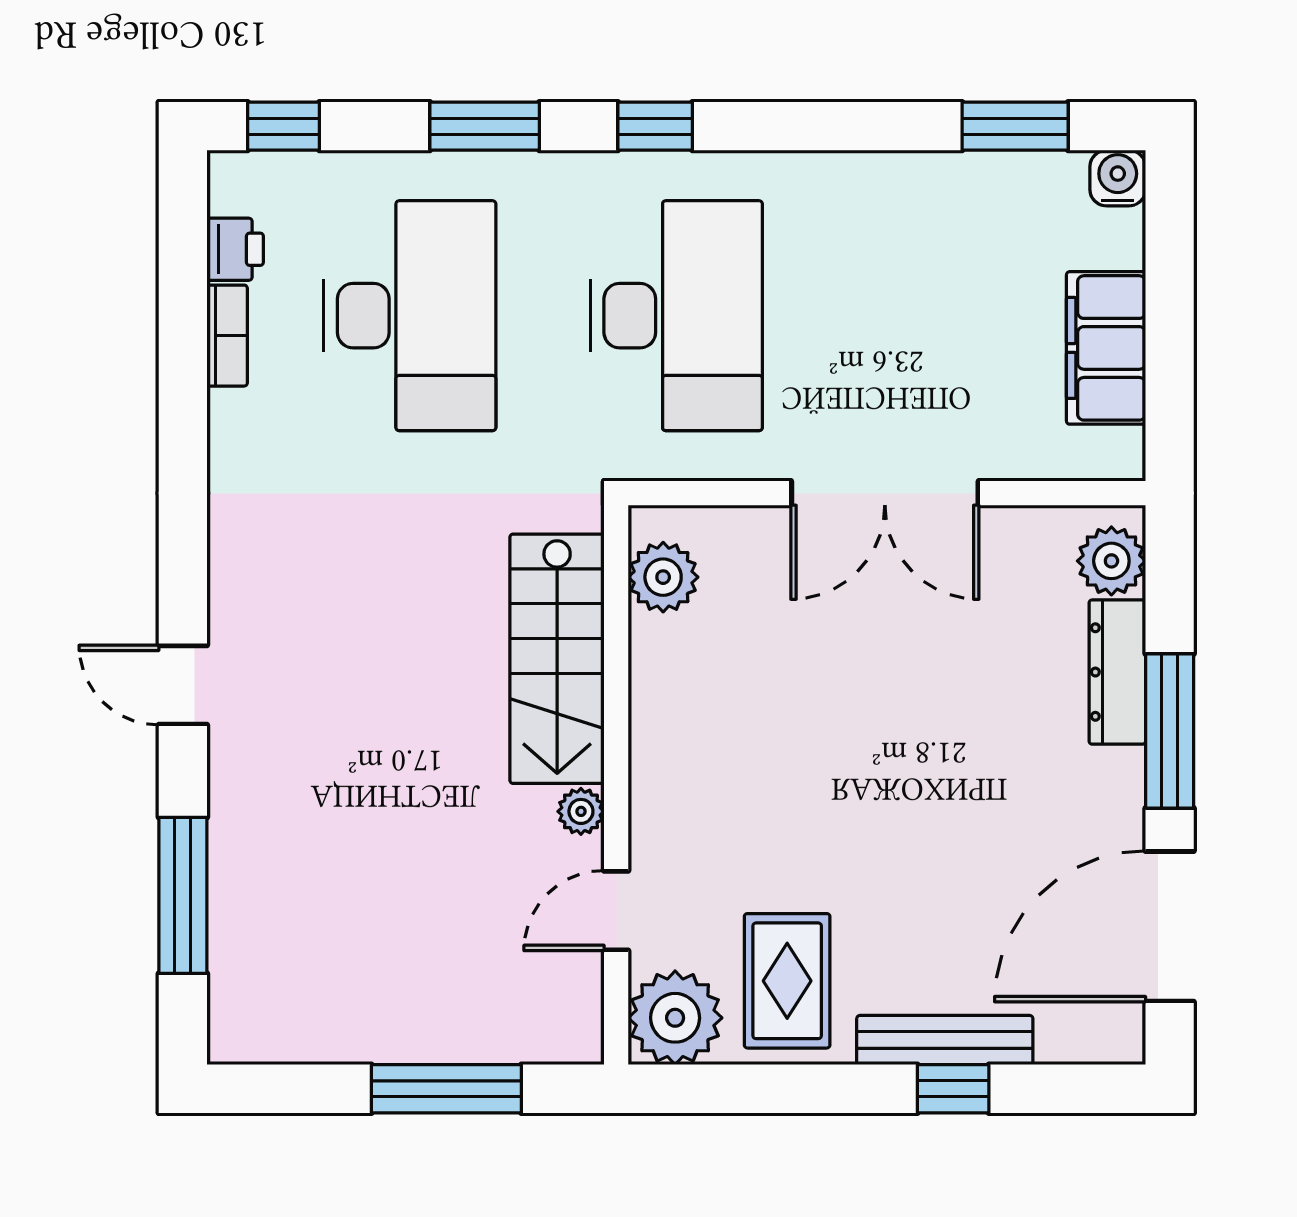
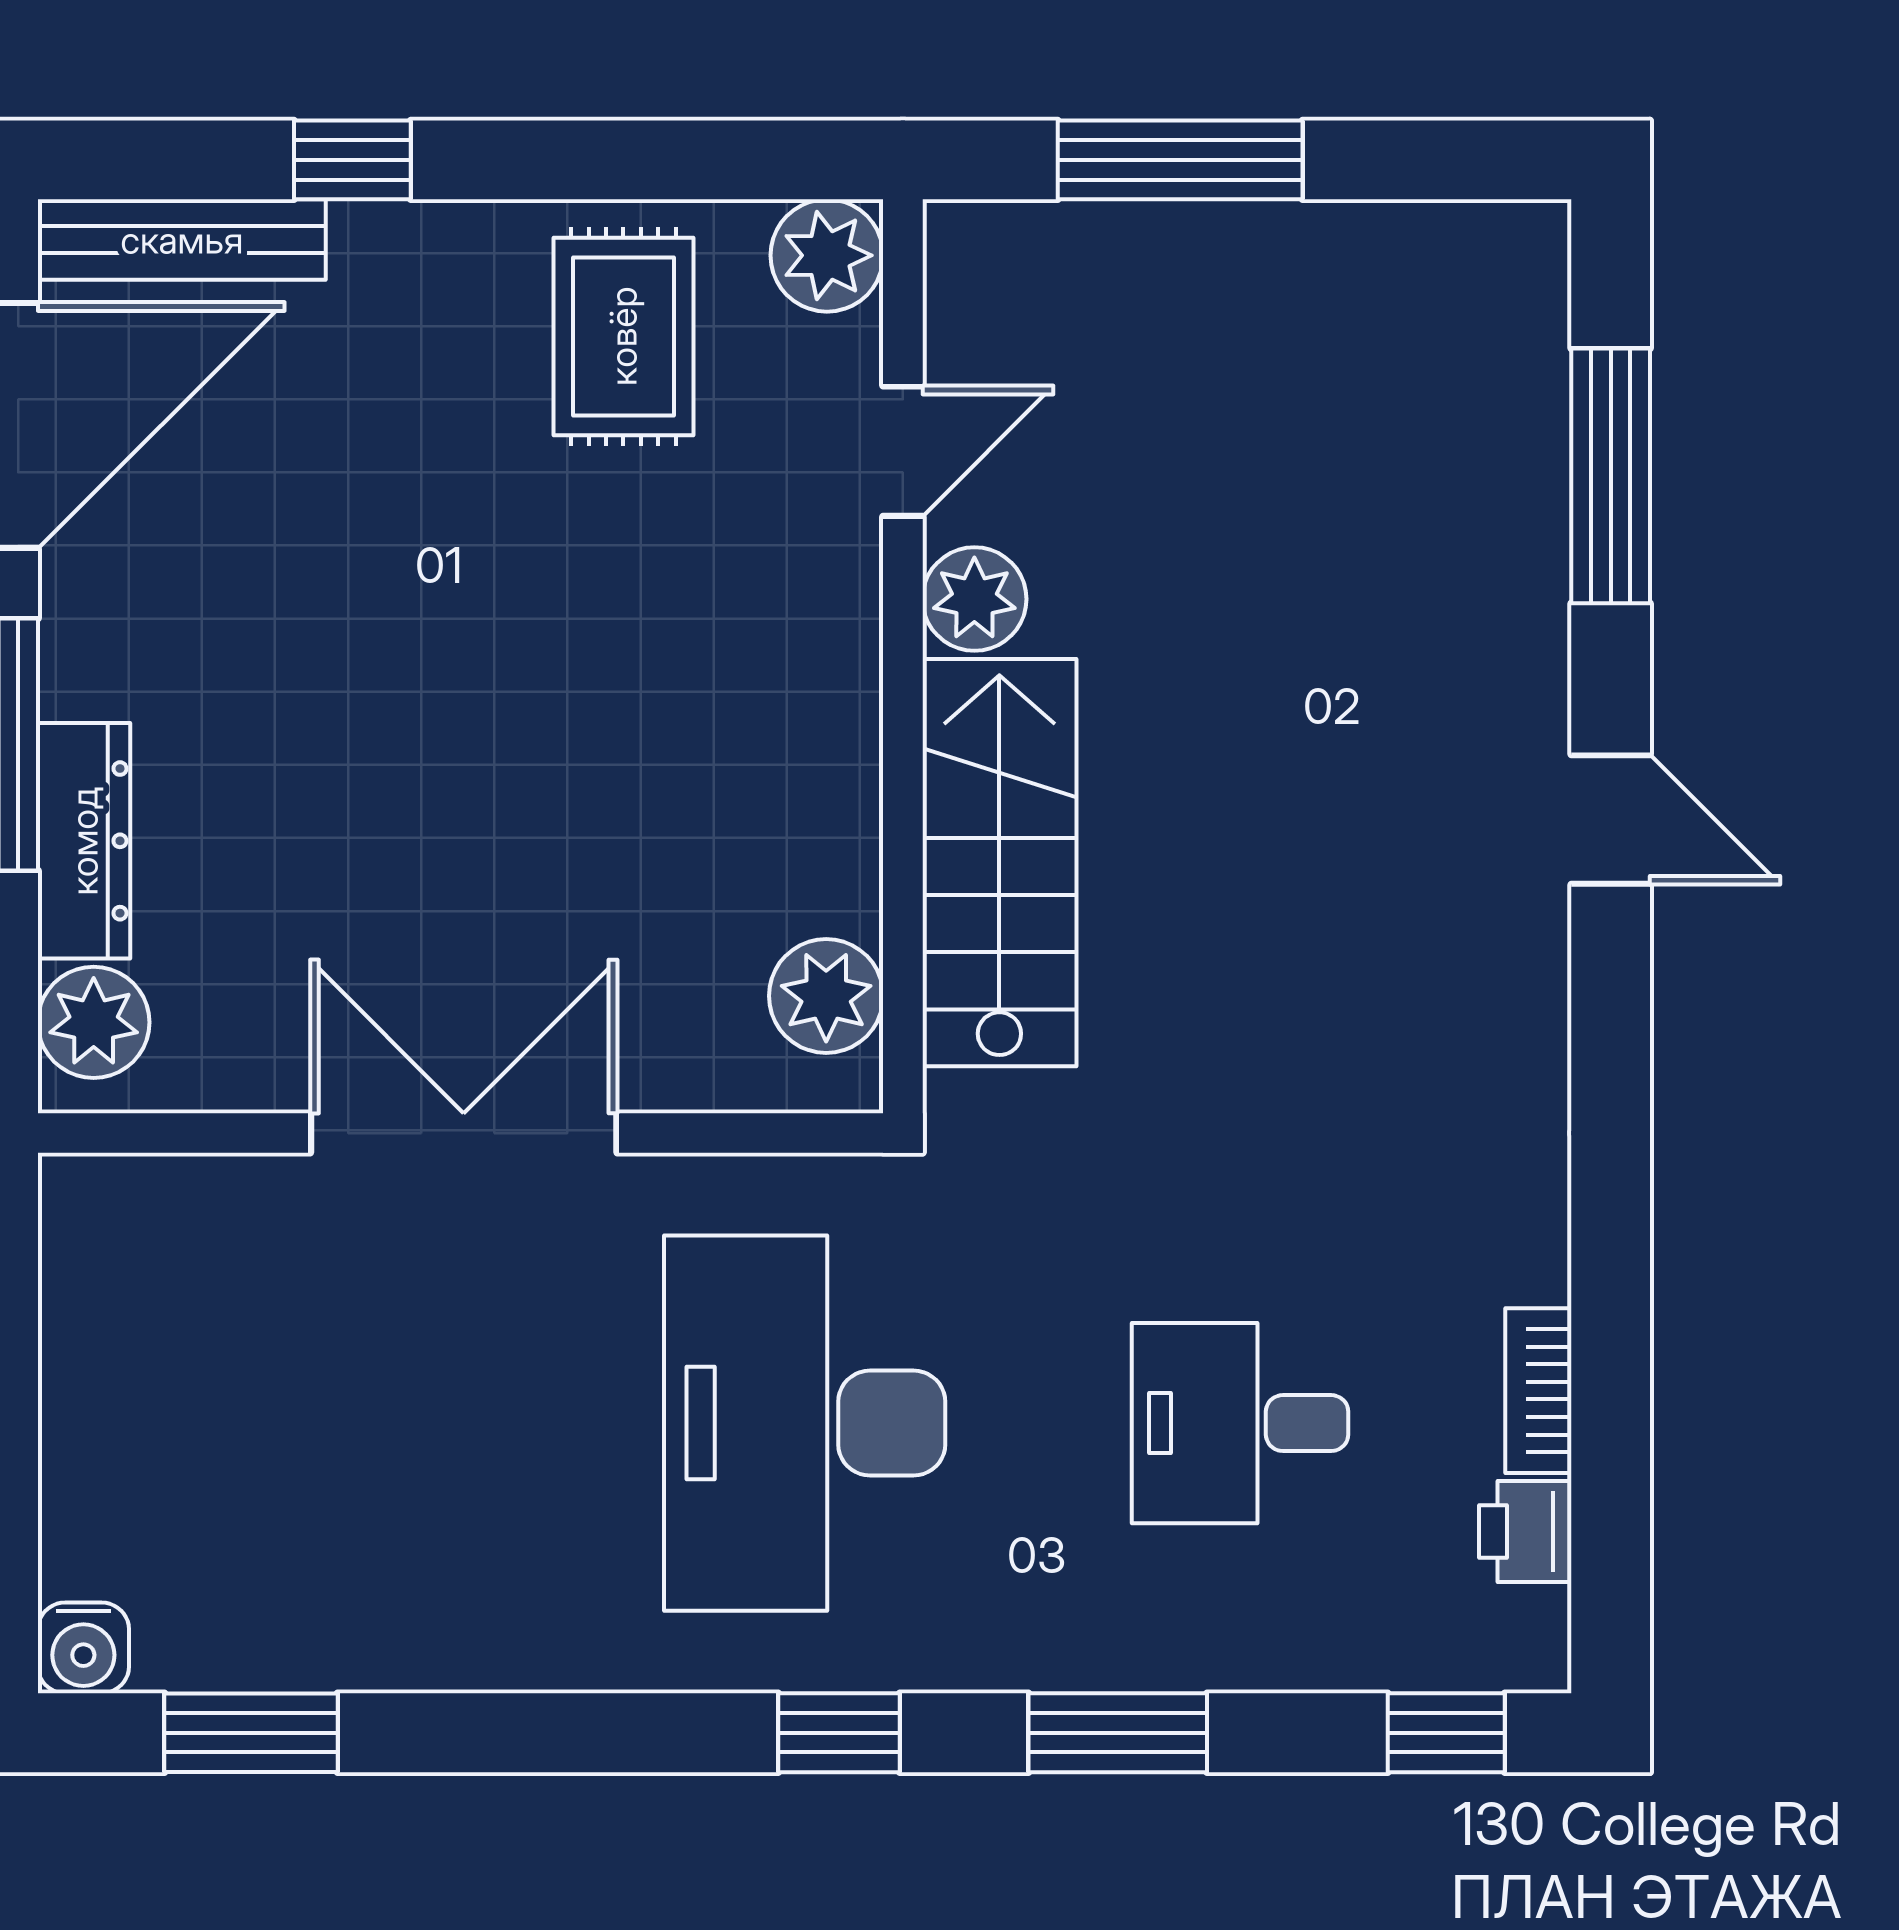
desk: (410, 316) -> (1240, 1423), width x0.53, depth x0.77
filing cabinet: (1106, 348) -> (102, 1370), removed
plant: (581, 811) -> (974, 599), width x1.38, depth x1.38
plant: (675, 1018) -> (827, 255), width x0.73, depth x0.73
bench: (945, 1040) -> (182, 240), moved

